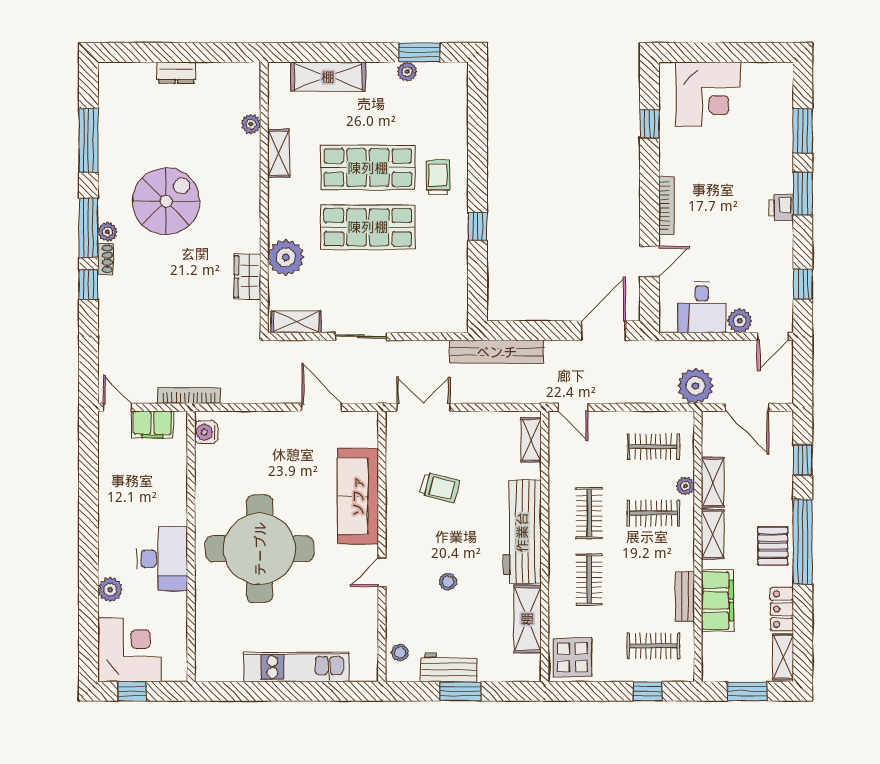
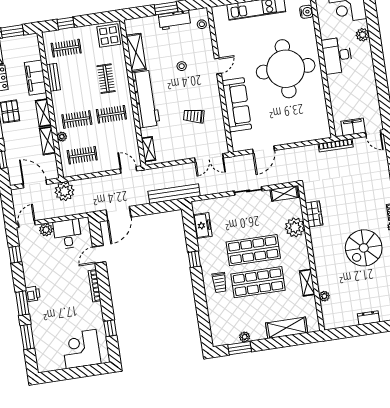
freezer: (453, 286) -> (203, 226), added
door: (322, 407) -> (263, 150), hinge flipped
water cooler: (206, 432) -> (306, 12), moved
clothes rail: (589, 513) -> (111, 114), turned 90

